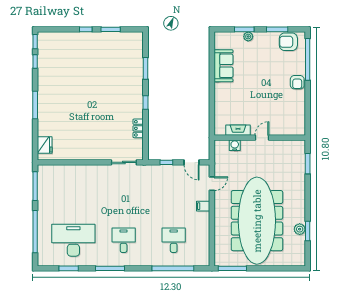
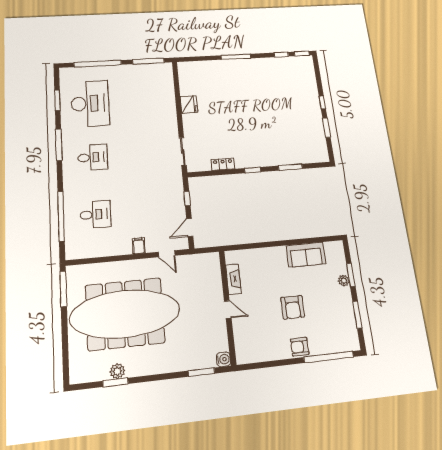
armchair: (288, 42) -> (293, 307), moved, turned 180
fridge: (45, 145) -> (189, 104), moved, turned -90
water cooler: (235, 145) -> (223, 359), moved

